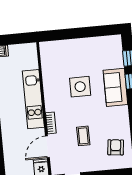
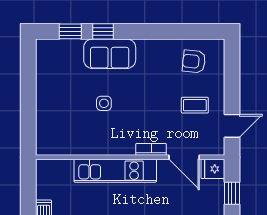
side table: (80, 87) -> (104, 103), width x0.54, depth x0.54
coffee table: (83, 136) -> (195, 105), moved

